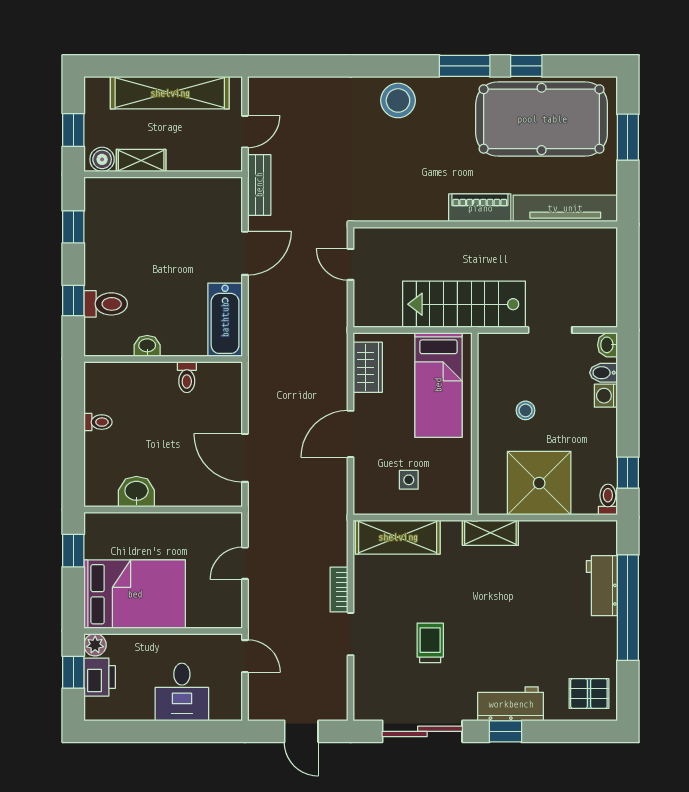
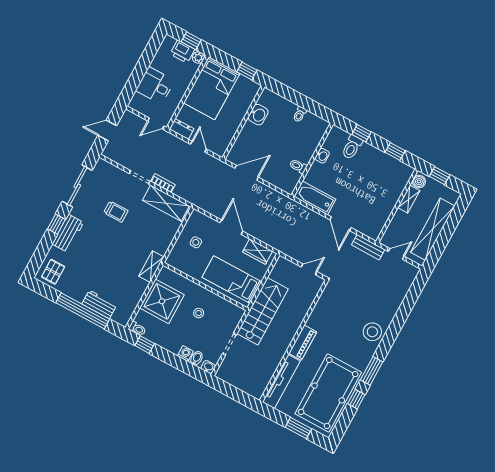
door: (245, 132) -> (396, 254), swing flipped
shelving: (398, 537) -> (166, 203), moved, turned 90
dresser: (231, 608) -> (182, 129), added

